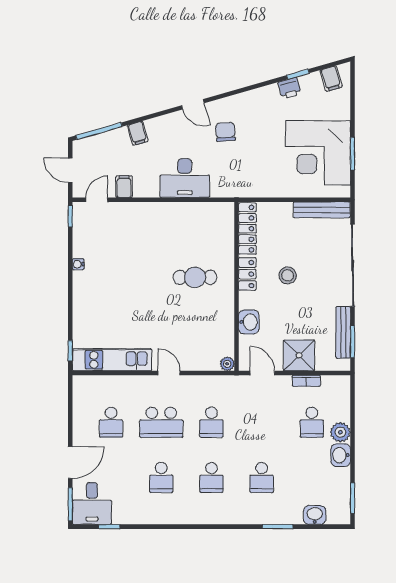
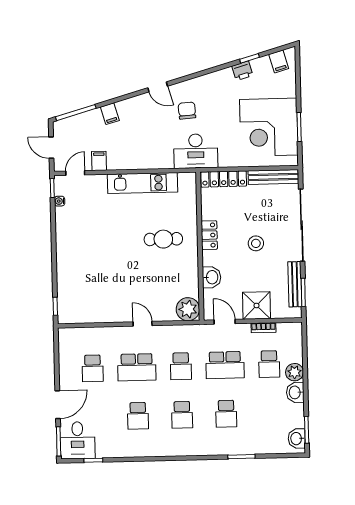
desk: (185, 178) -> (196, 151), moved
locker: (247, 229) -> (224, 179), moved, turned 90
water cooler: (78, 264) -> (60, 201), moved
stool: (288, 275) -> (256, 243), moved
kitchen unit: (112, 360) -> (142, 183), moved, turned 180
plant: (227, 364) -> (188, 309), width x1.88, depth x1.88
school desk: (262, 422) -> (225, 365), added
washbasin: (315, 515) -> (297, 439), moved, turned -90

